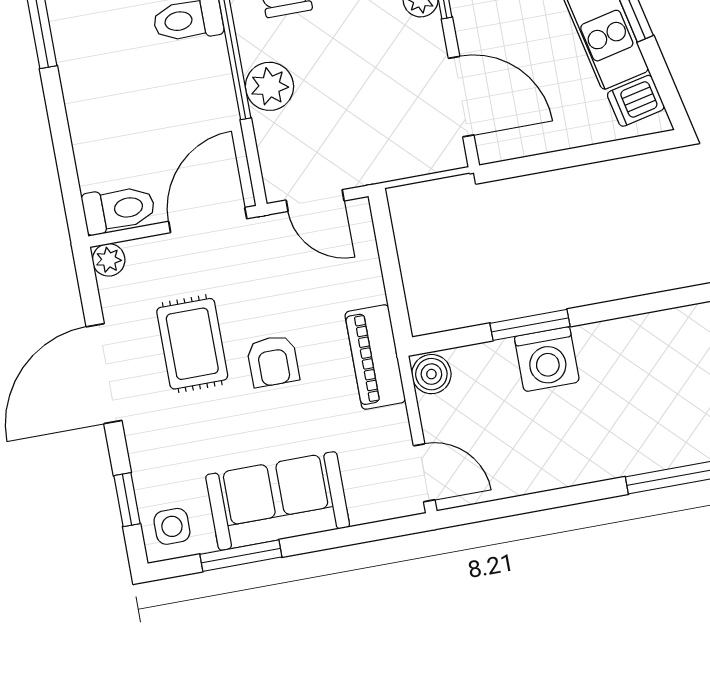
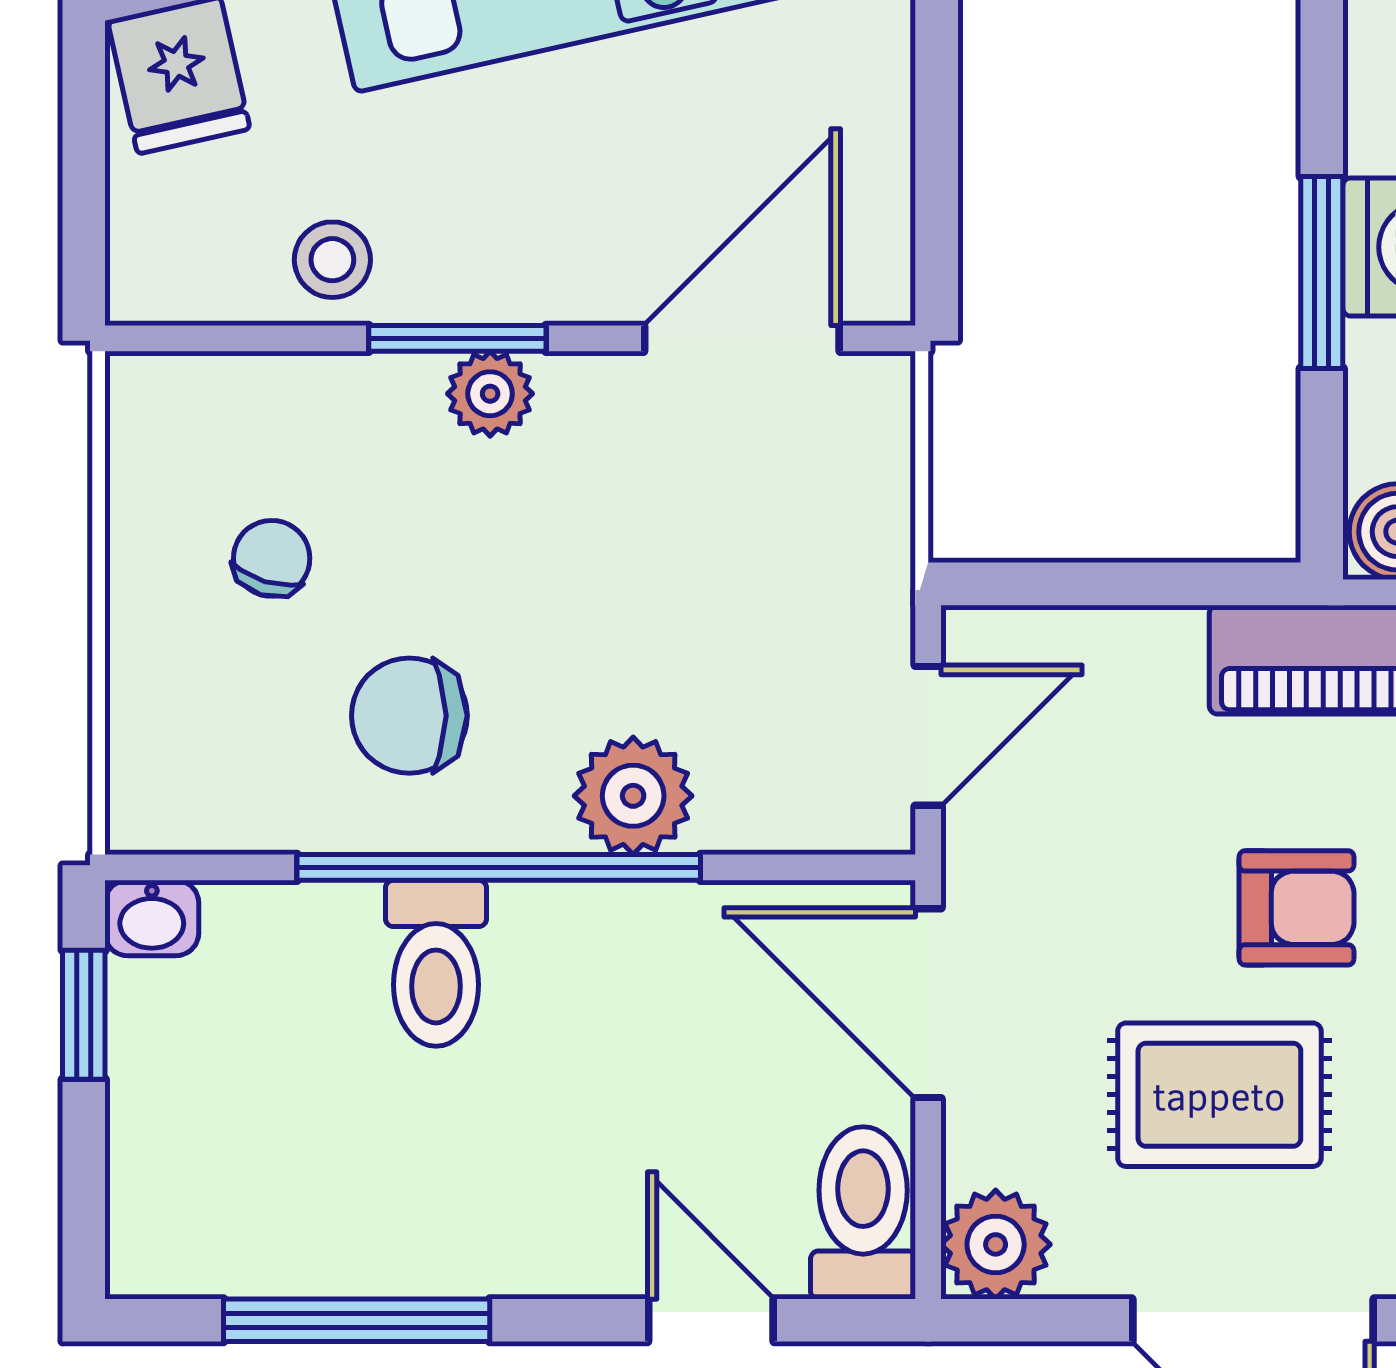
door: (64, 156) -> (711, 1320), added
plant: (109, 260) -> (996, 1244), width x1.38, depth x1.38

